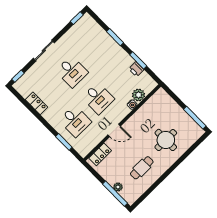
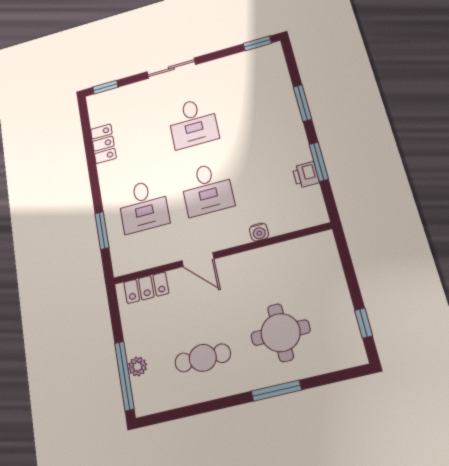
plant: (139, 95) -> (281, 222), removed
window: (195, 118) -> (364, 323), width x0.46
window: (178, 163) -> (276, 391), added

